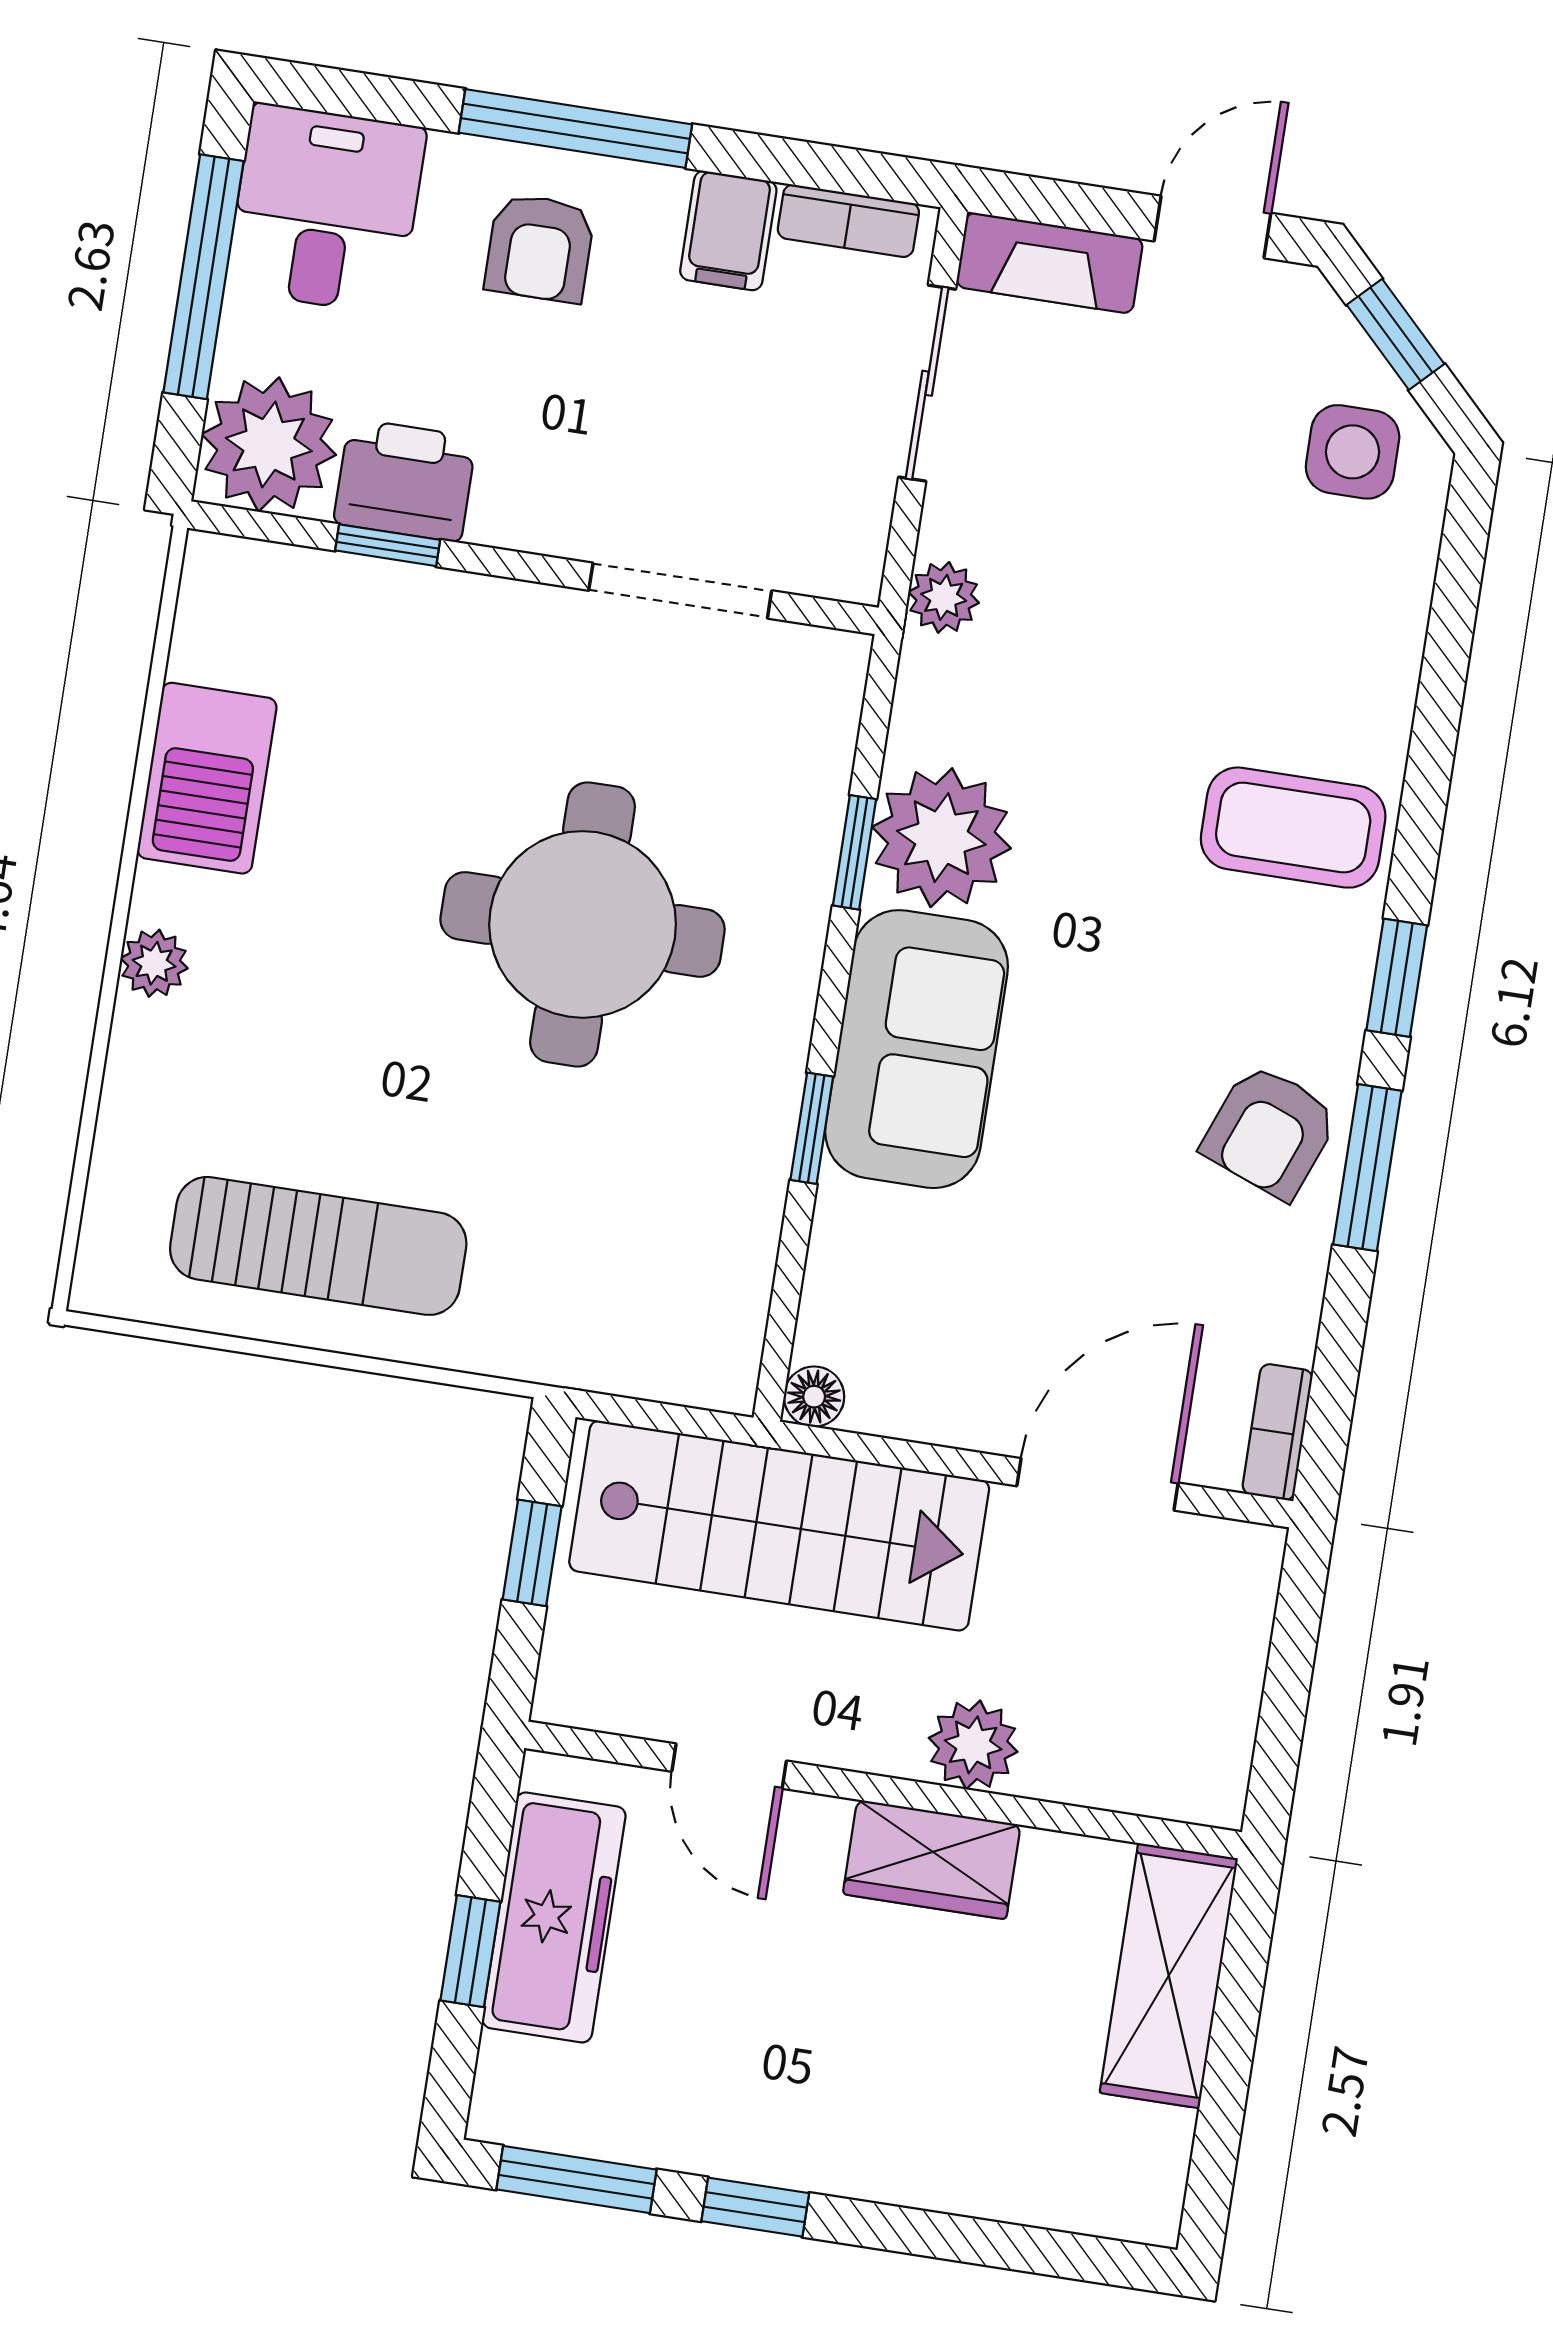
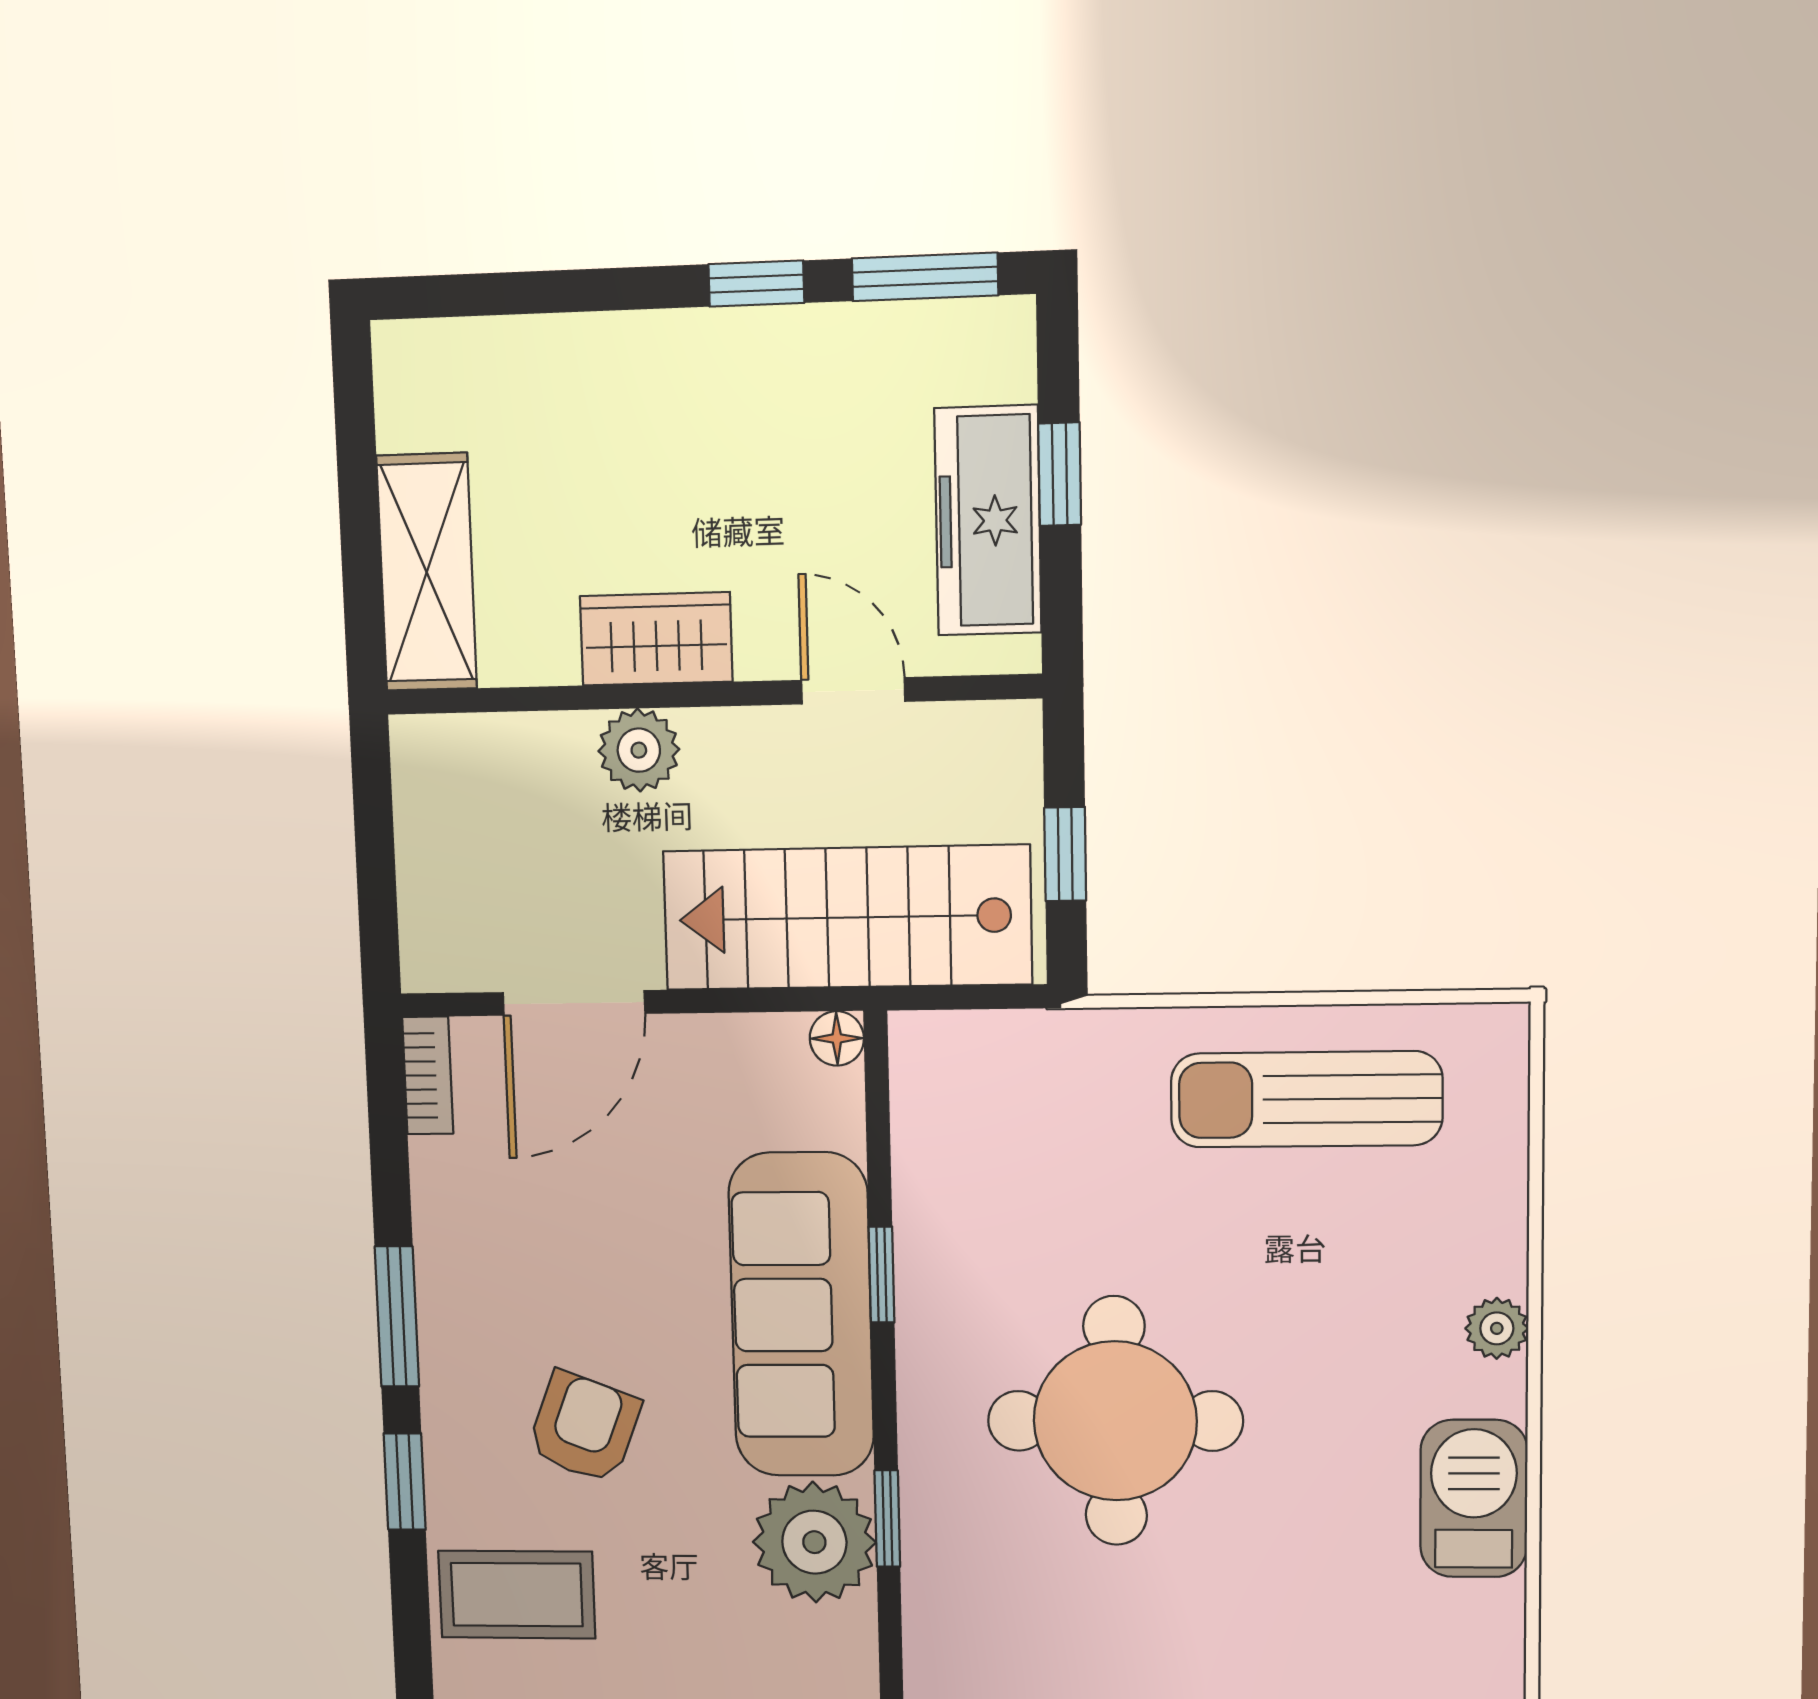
sofa: (917, 1049) -> (801, 1315), width x1.36
armchair: (1270, 1131) -> (584, 1427), moved

